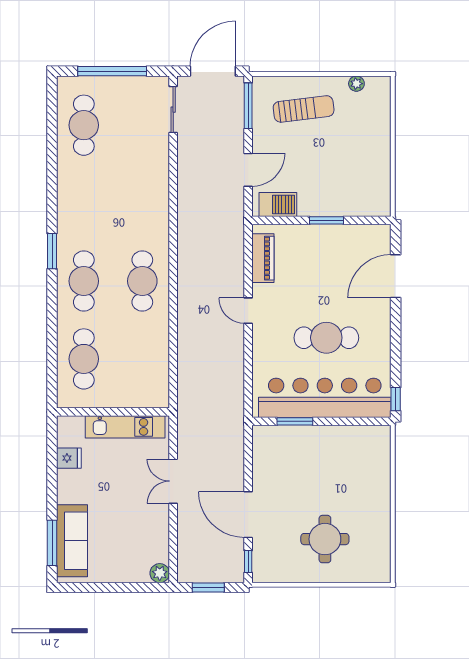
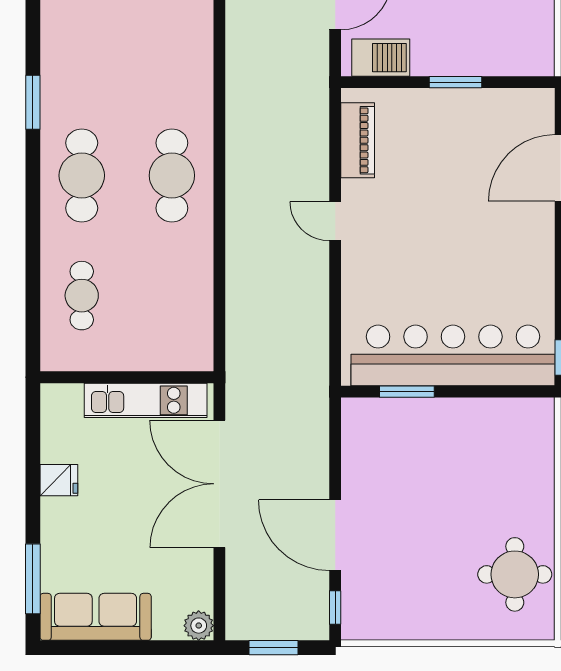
window: (52, 251) -> (33, 102), moved
cafe table: (326, 338) -> (455, 263), removed
cafe table: (84, 359) -> (82, 296), width x0.73, depth x0.74
fridge: (69, 458) -> (59, 480), moved
double door: (173, 481) -> (219, 484), width x1.87
round table: (325, 539) -> (515, 574), moved
sofa: (72, 541) -> (96, 617), moved, turned -90

